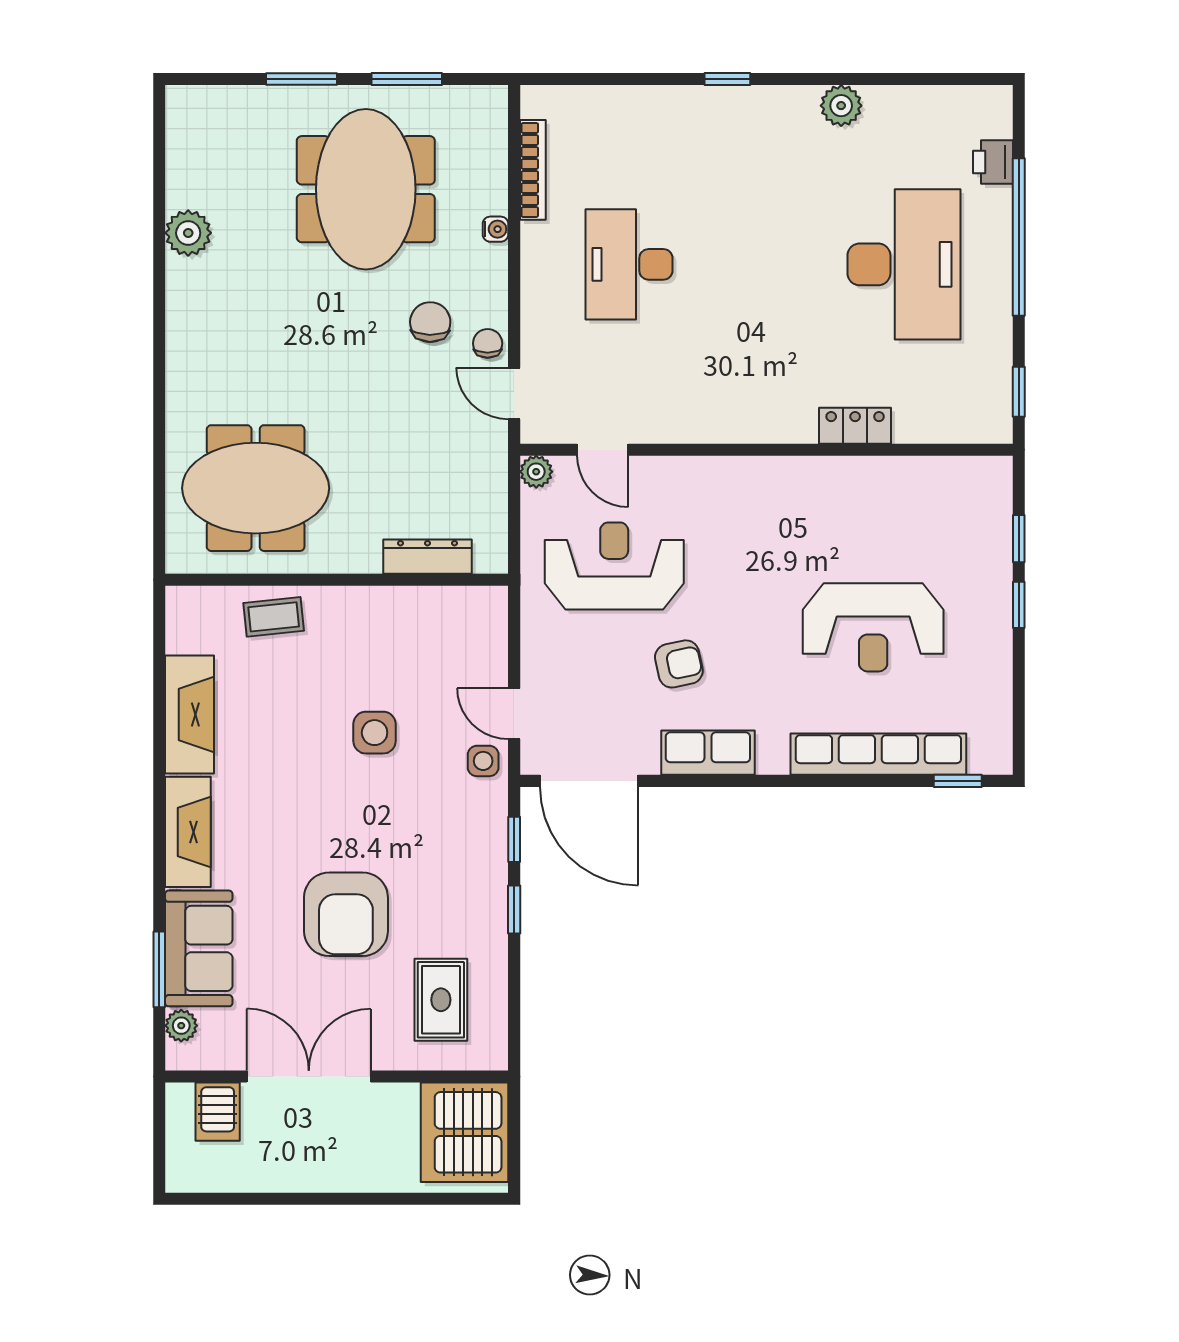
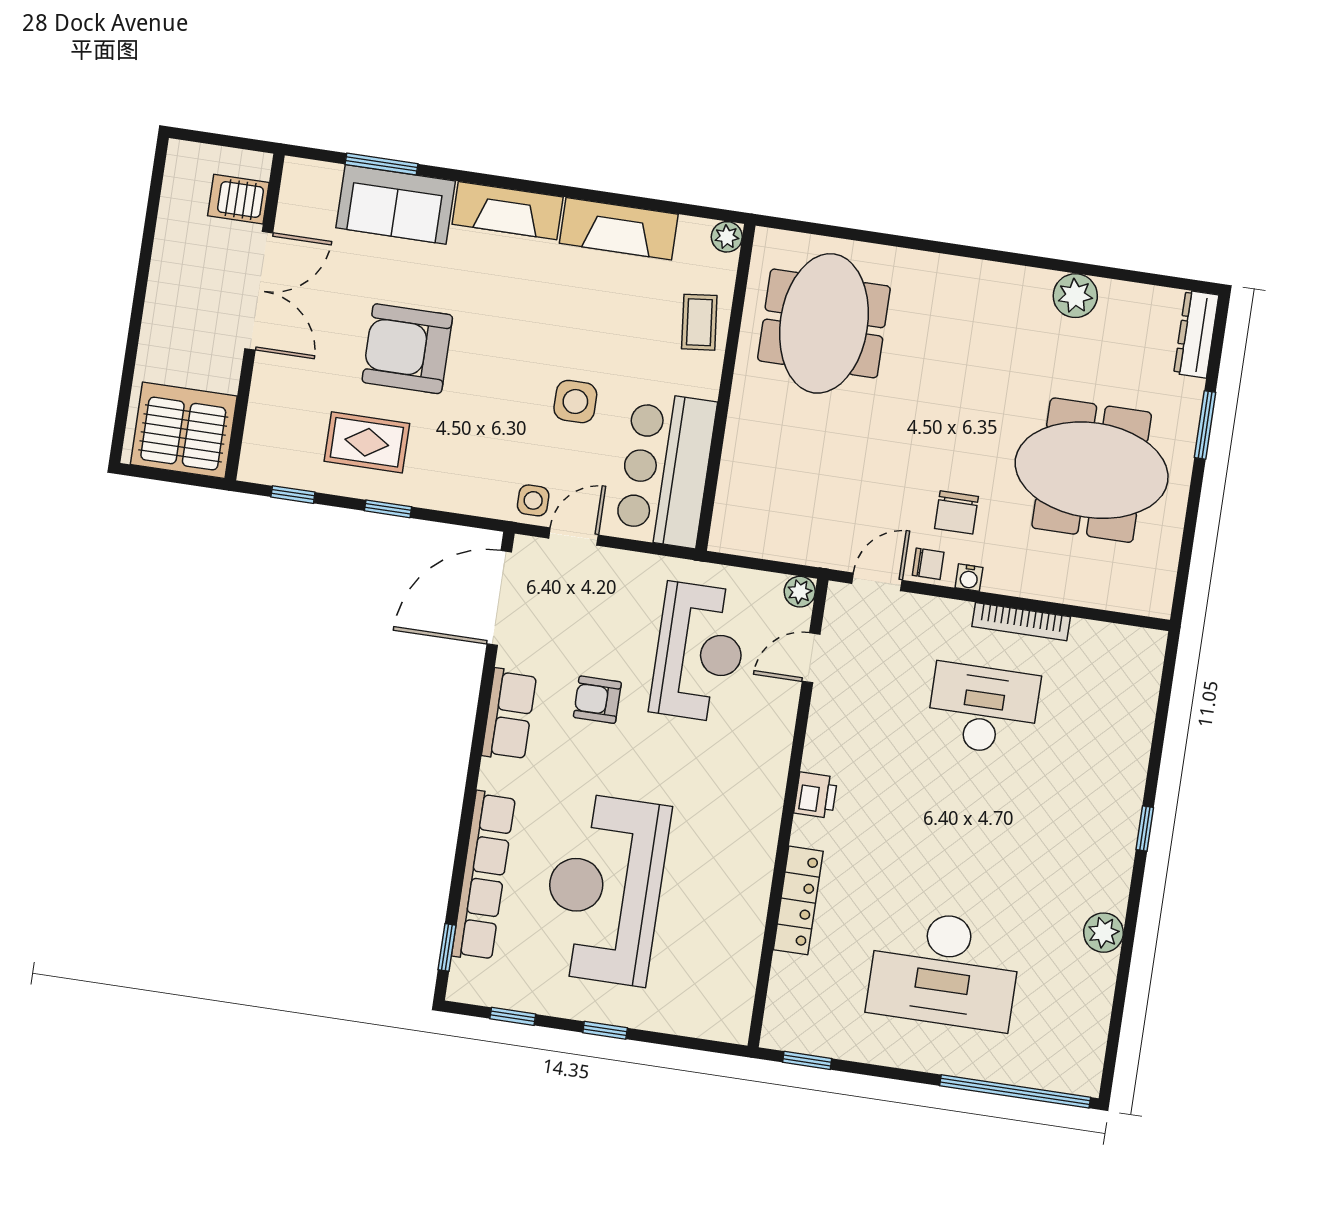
window: (407, 79) -> (1190, 525), removed
printer: (993, 162) -> (816, 795), moved, turned 90
bookcase: (533, 170) -> (1021, 622), moved
water cooler: (496, 229) -> (969, 578), moved
window: (1019, 237) -> (1015, 1091), moved
chair: (430, 322) -> (956, 512), turned 89
locker: (855, 426) -> (798, 900), width x1.53
window: (1019, 539) -> (513, 1016), moved
dresser: (427, 557) -> (1196, 334), moved, turned 180
reception desk: (873, 627) -> (605, 889), width x1.36, depth x1.30
bar counter: (431, 629) -> (666, 469), added
armchair: (679, 664) -> (597, 700), turned 102
window: (514, 839) -> (293, 495), moved
rug: (441, 1000) -> (367, 442), moved
plant: (181, 1026) -> (727, 237), moved

